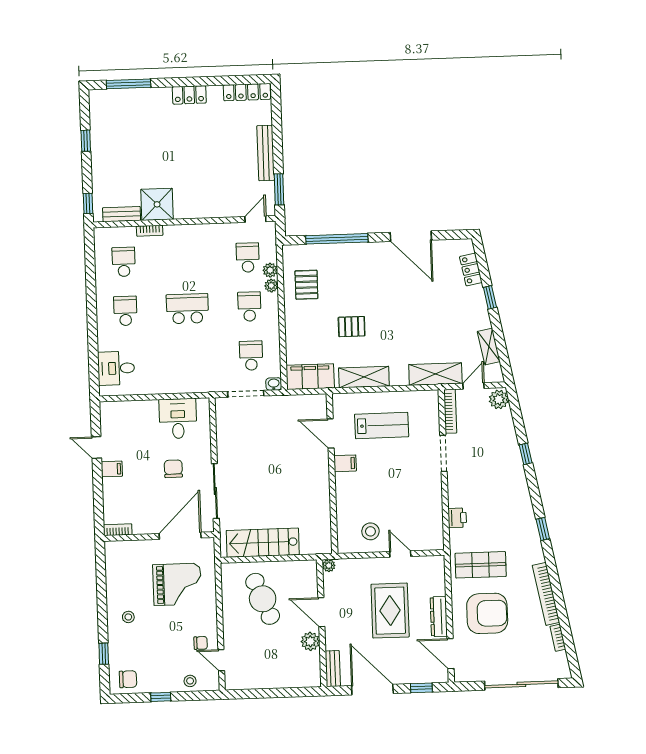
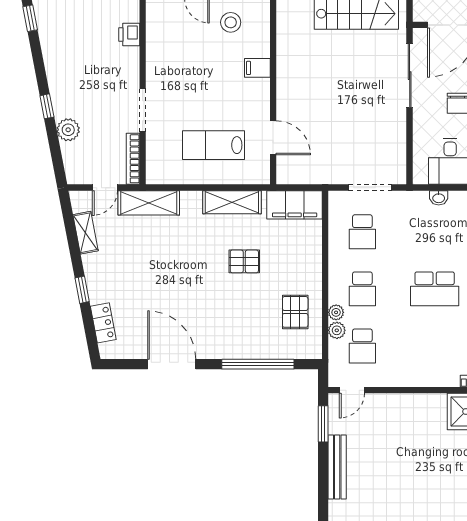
washbasin: (274, 384) -> (439, 198), moved
plant: (499, 399) -> (68, 130), moved
filing cabinet: (345, 463) -> (257, 68), moved

